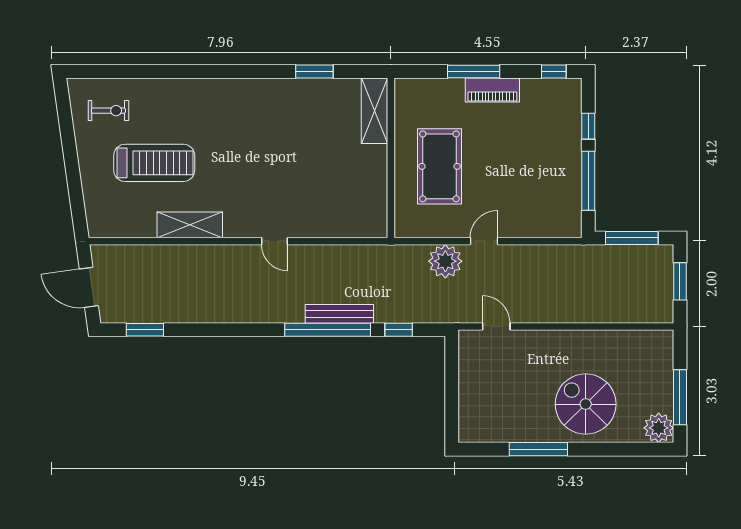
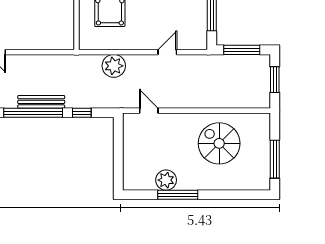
door: (484, 241) -> (167, 52), moved
spiral stairs: (586, 404) -> (219, 143), moved
plant: (659, 428) -> (166, 180), moved

